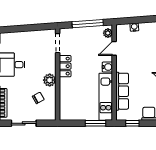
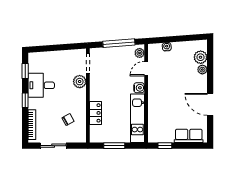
locker: (65, 66) -> (96, 113), moved
plant: (50, 80) -> (80, 82), moved
row of seats: (122, 91) -> (154, 113), removed
window: (96, 123) -> (114, 146), moved

